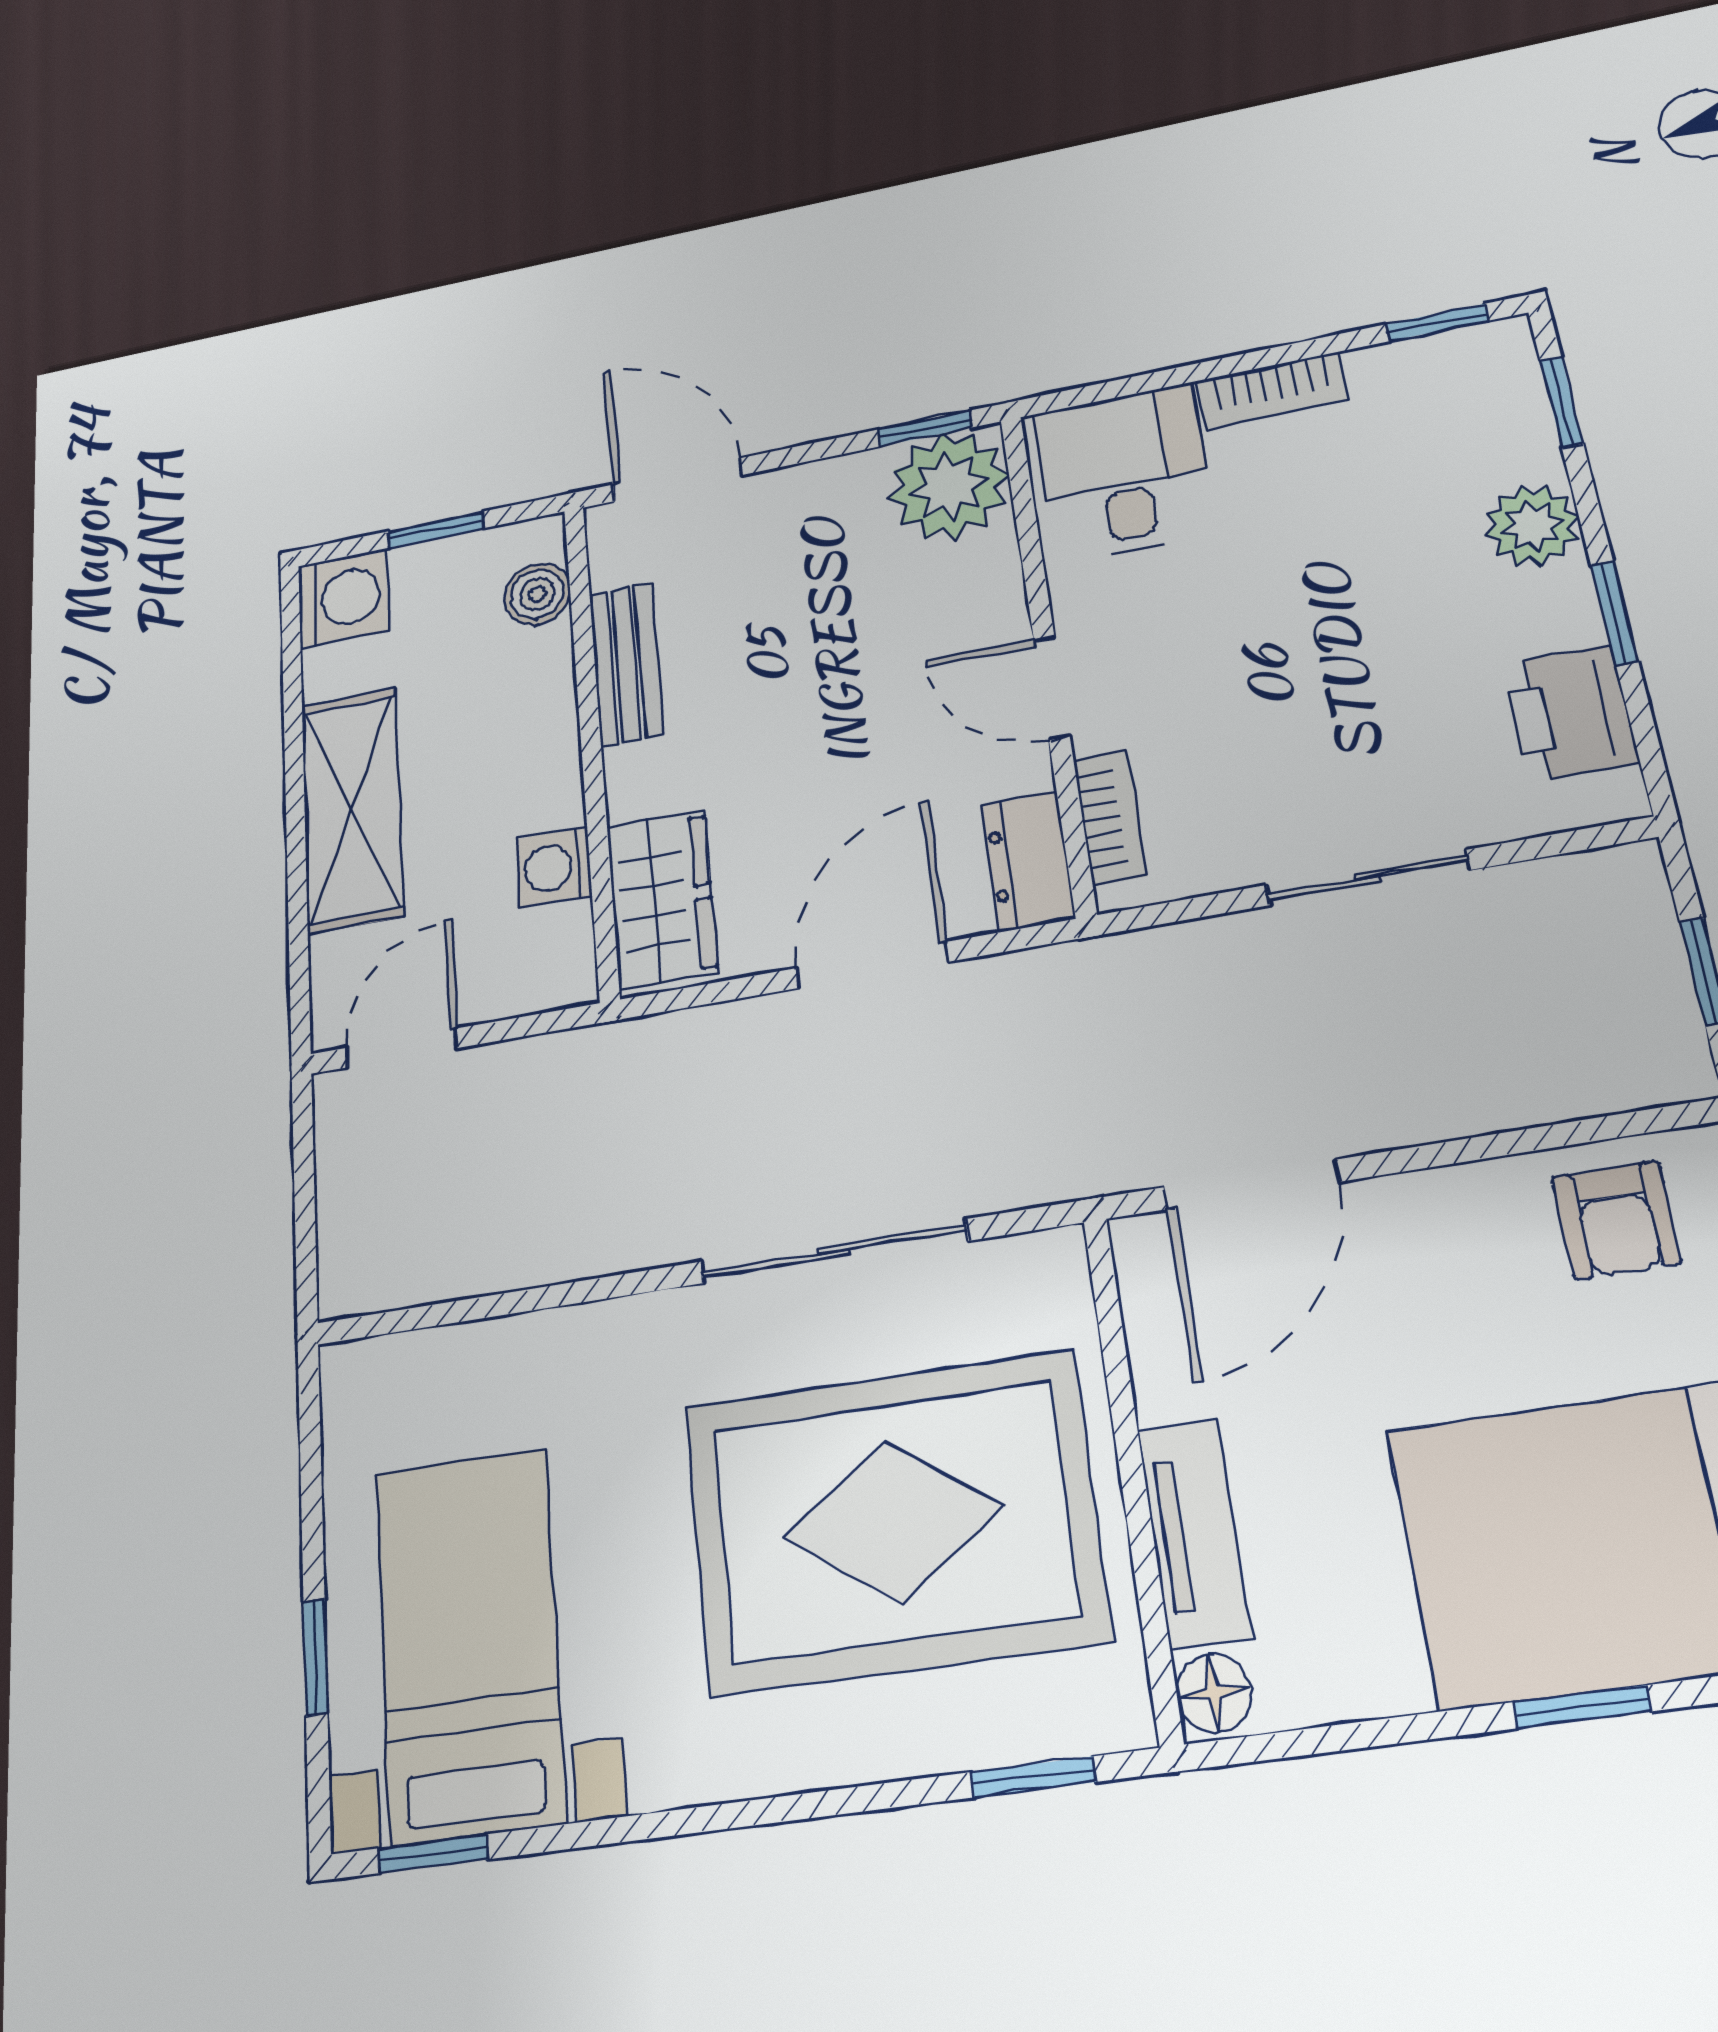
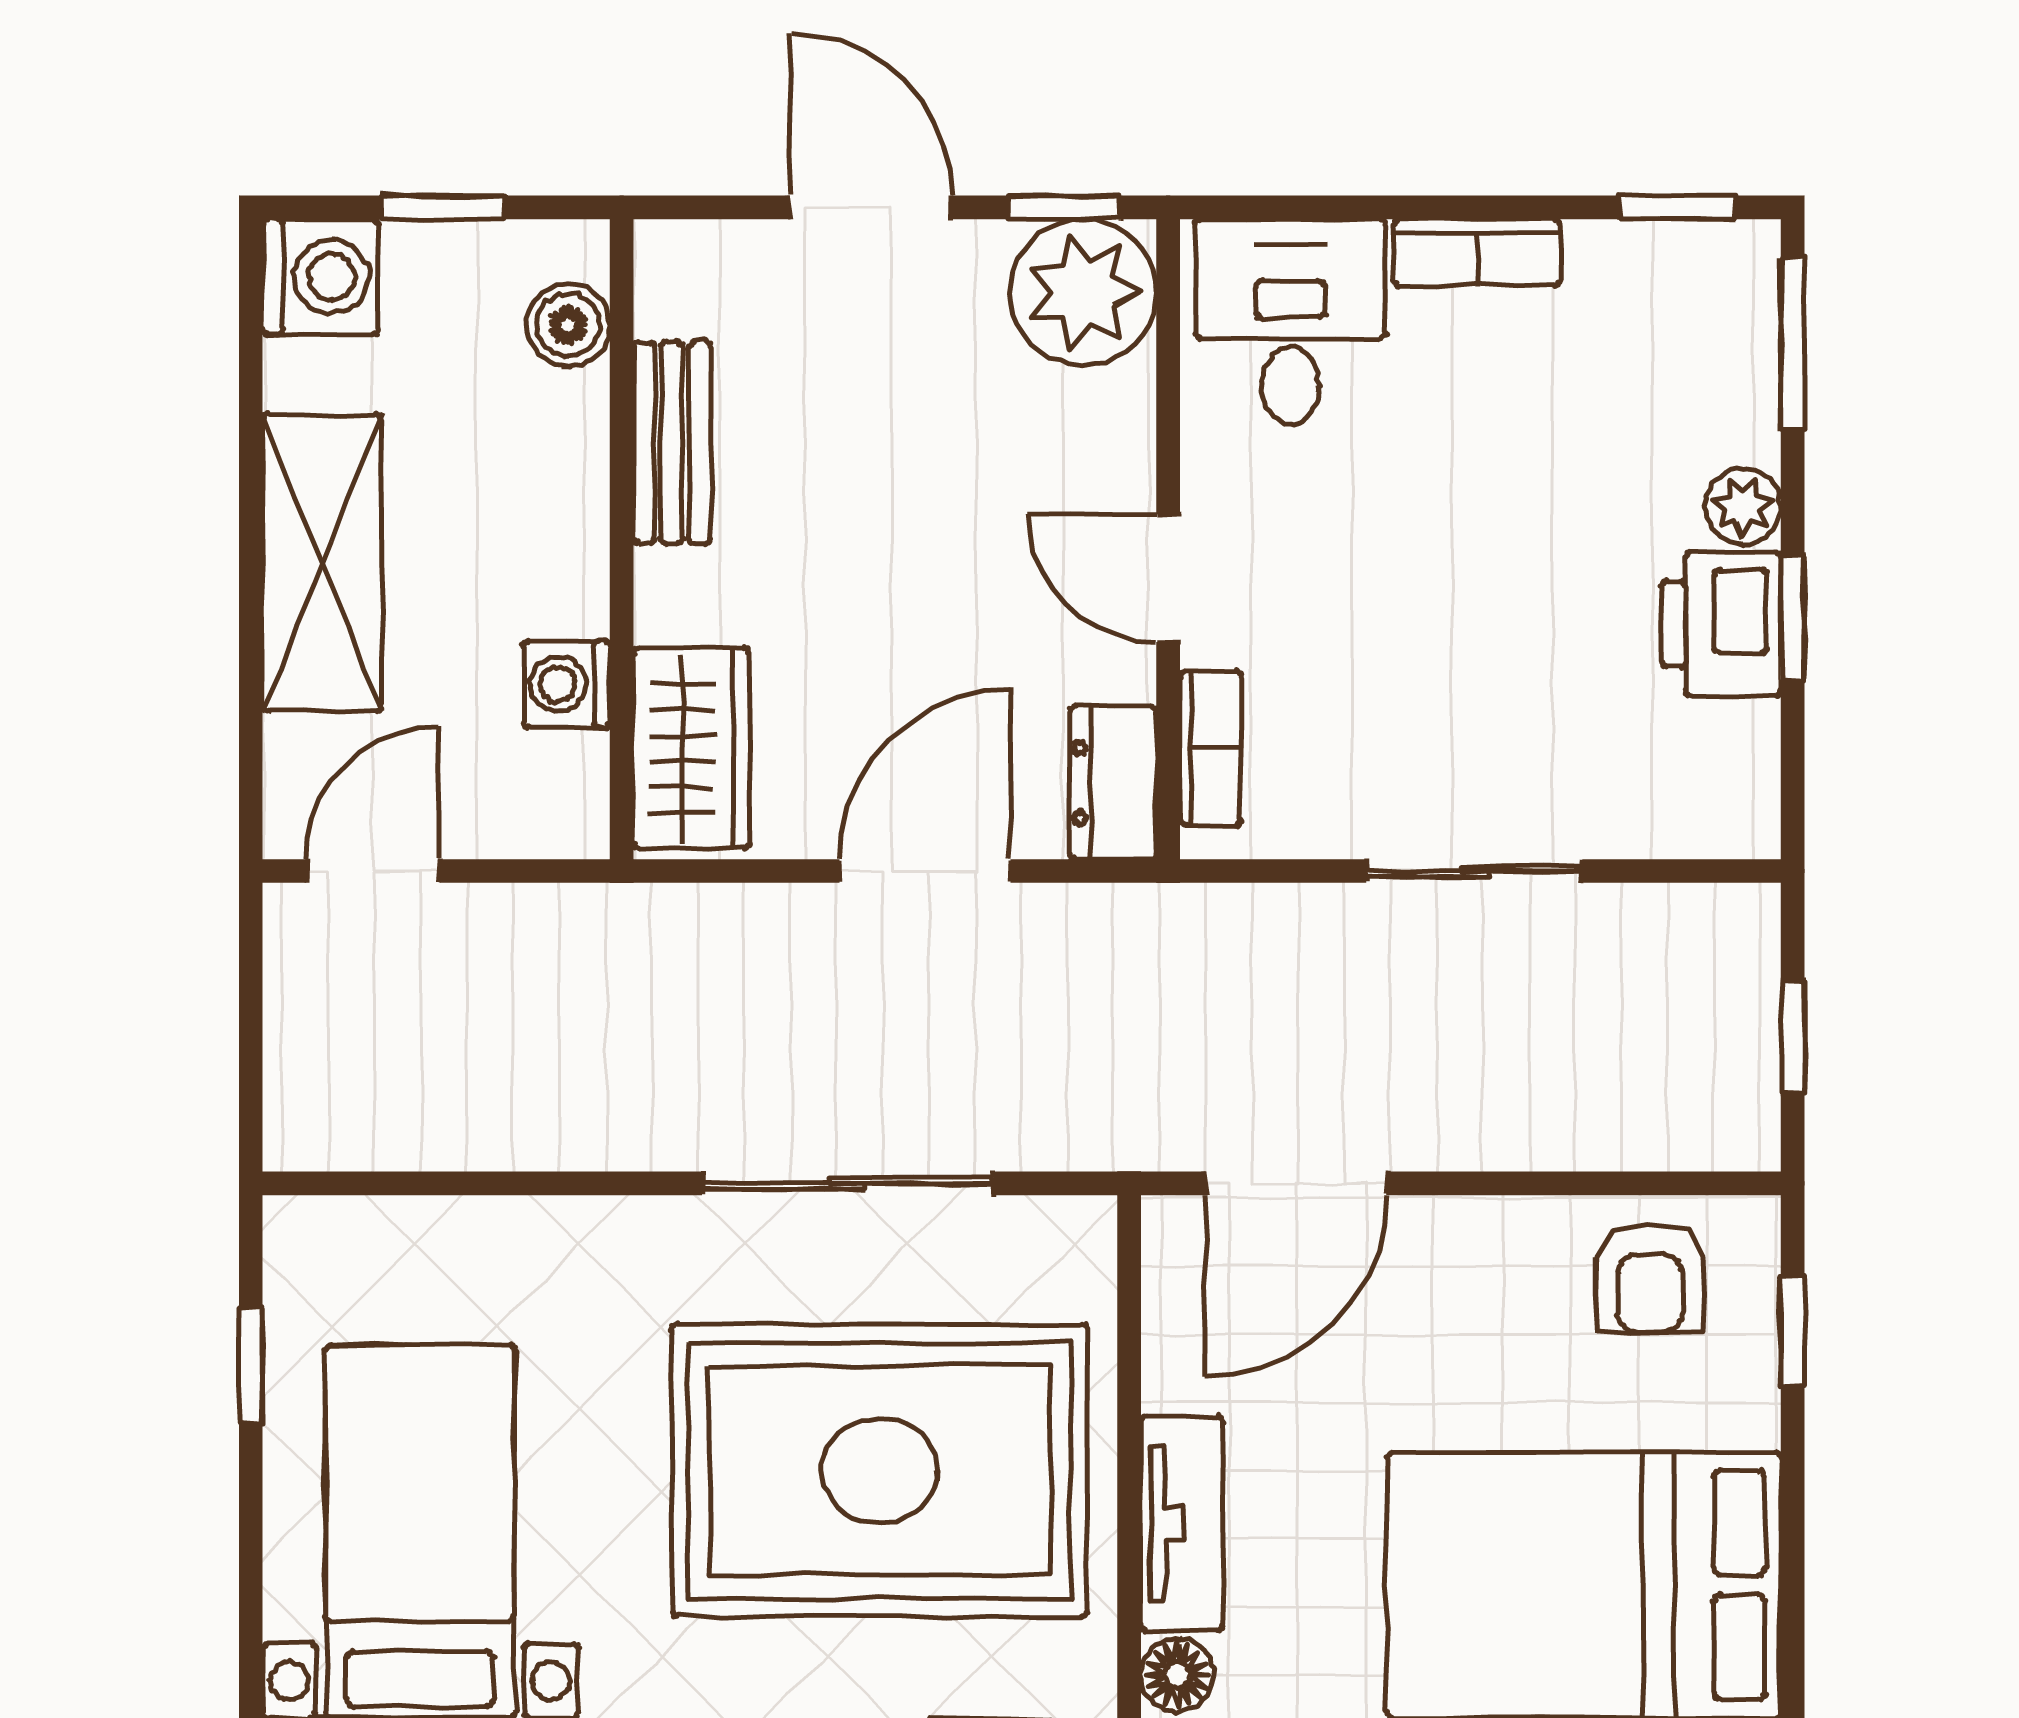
window: (1562, 402) -> (1793, 344), width x1.50
door: (677, 480) -> (871, 207), moved
plant: (1532, 526) -> (1743, 506), width x0.73, depth x0.73
printer: (1570, 713) -> (1721, 624), moved
window: (315, 1658) -> (251, 1365), moved

